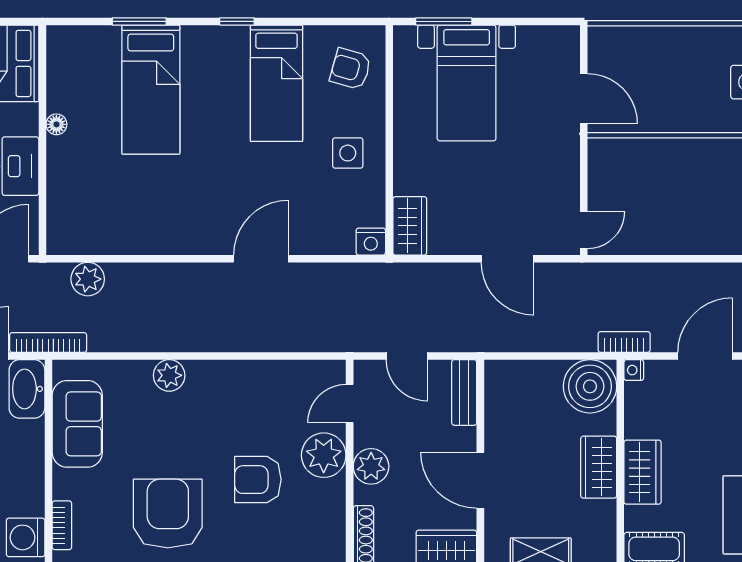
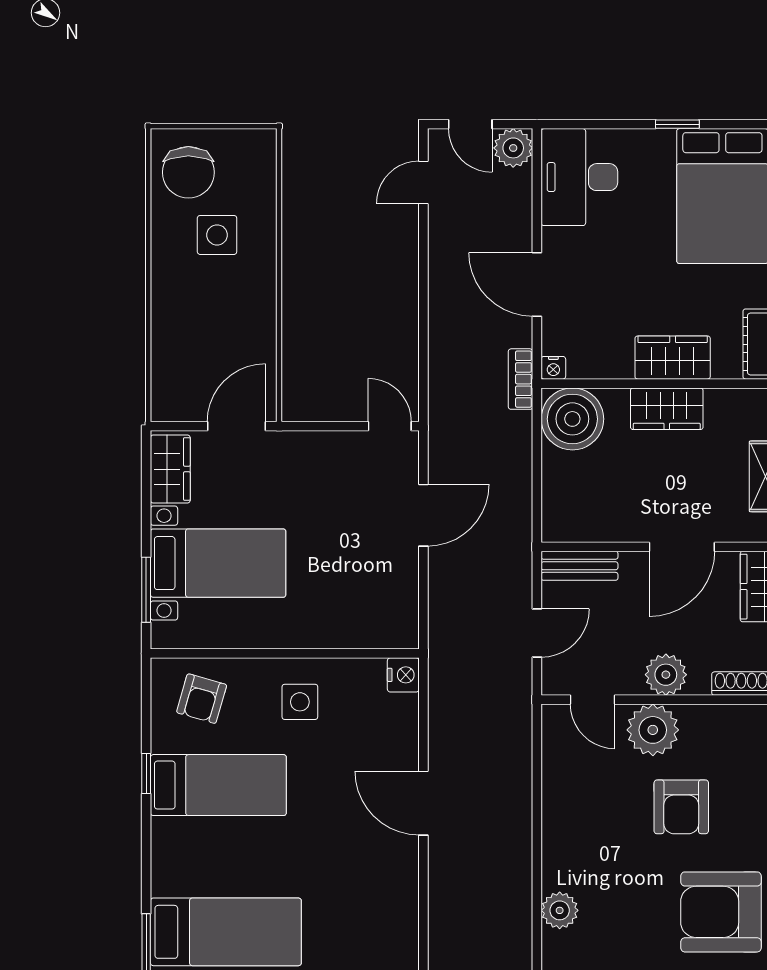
window: (237, 21) -> (146, 773), moved
wardrobe: (410, 226) -> (170, 469), moved, turned 90

